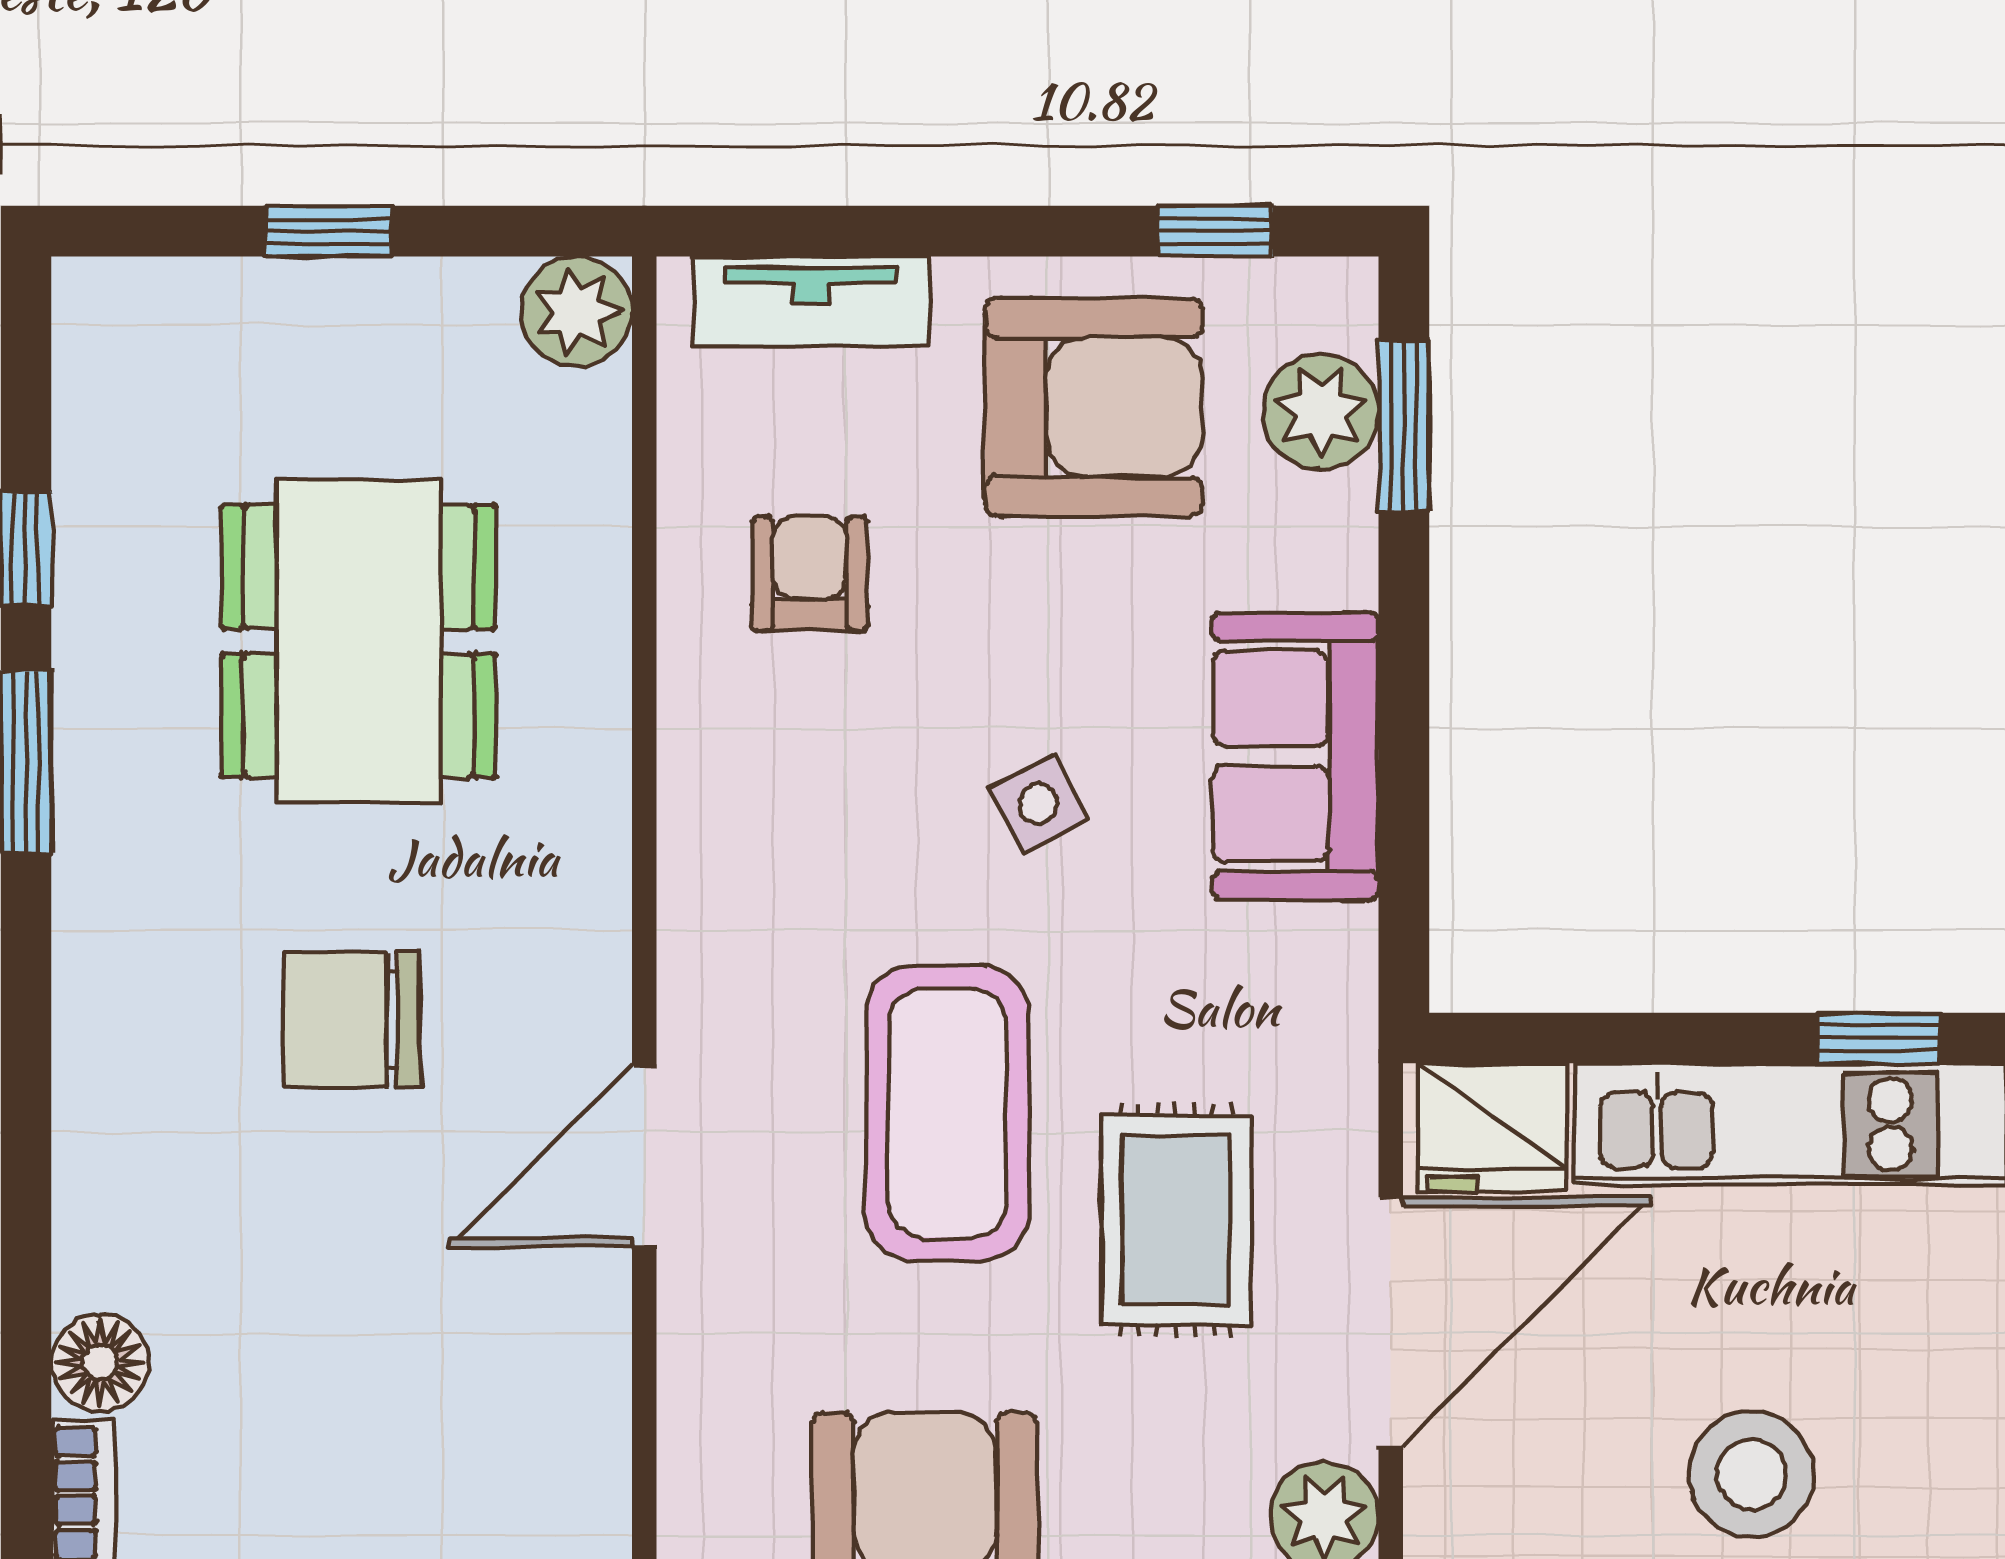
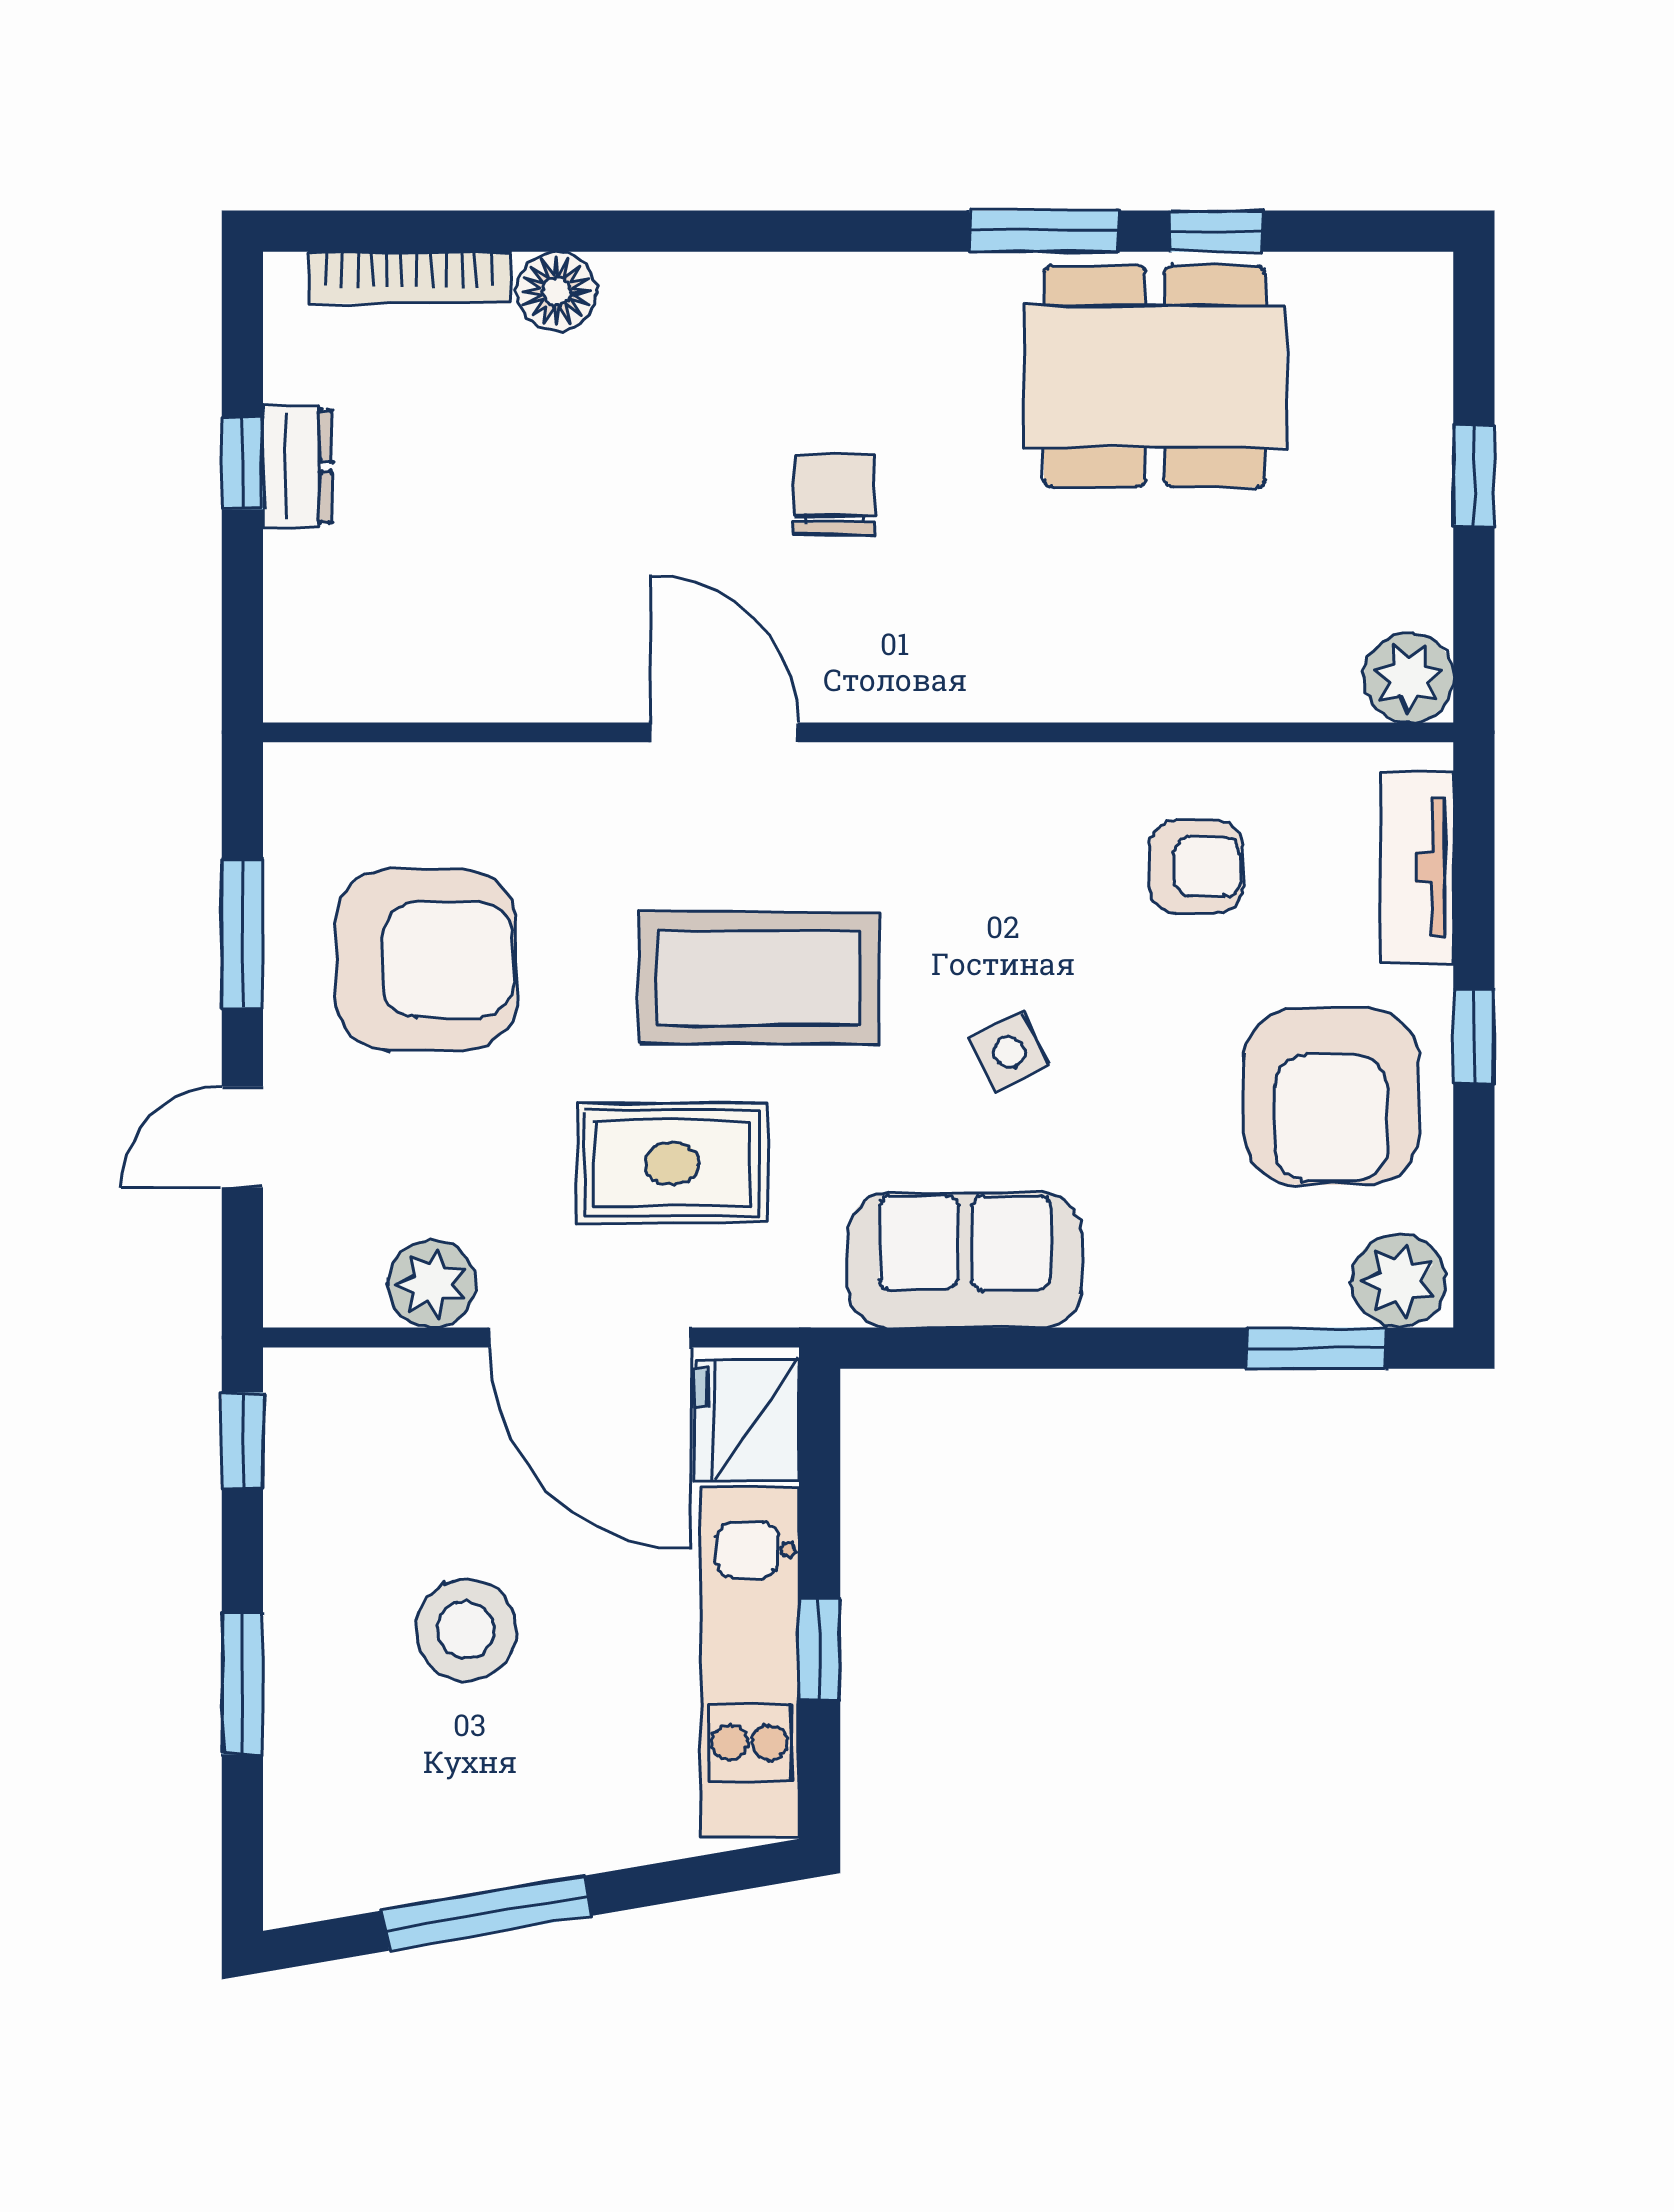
window: (1215, 231) -> (1474, 1036), moved
plant: (1321, 411) -> (1399, 1281), moved
dining table: (359, 641) -> (1155, 376), moved
sofa: (1295, 756) -> (965, 1260), moved
chair: (352, 1020) -> (834, 495), width x0.73, depth x0.73
window: (1879, 1038) -> (820, 1649), moved

